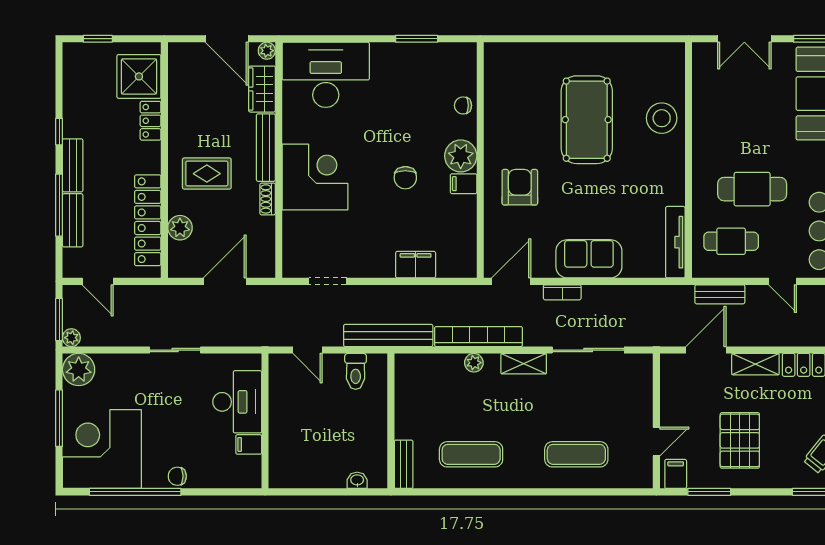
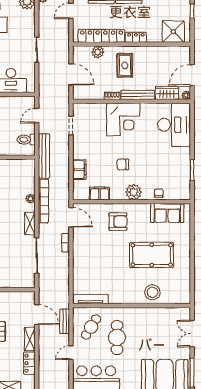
locker: (151, 121) -> (136, 37), moved
filing cabinet: (464, 184) -> (99, 193), moved, width x2.00
cafe table: (731, 241) -> (91, 327), turned 32
sofa: (589, 259) -> (167, 213), moved, turned 90

